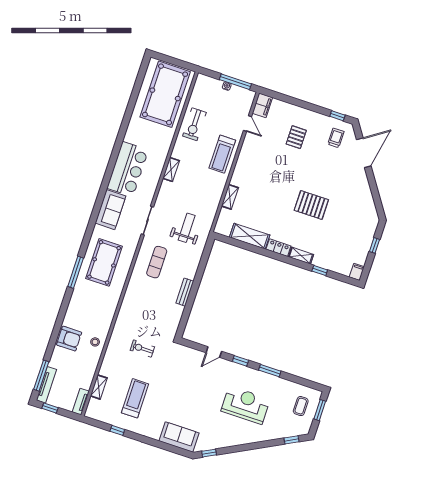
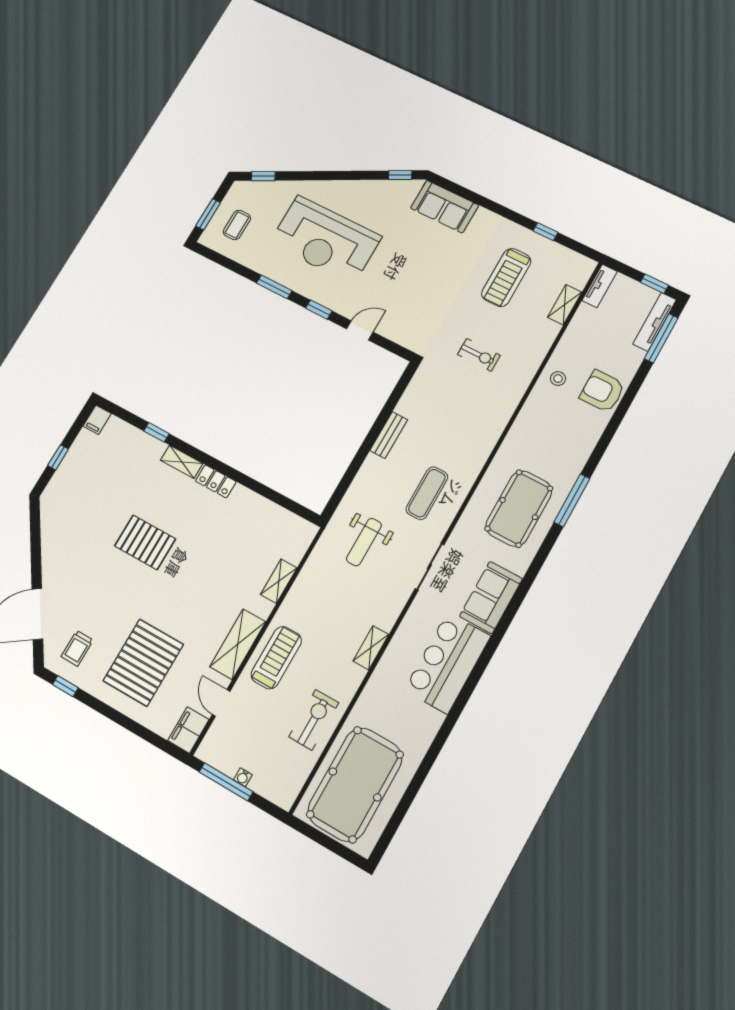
pallet: (296, 137) -> (143, 663), width x2.05, depth x2.00
shelving: (250, 236) -> (238, 644), moved, turned 90
reception desk: (246, 405) -> (325, 240), width x1.36, depth x1.30

